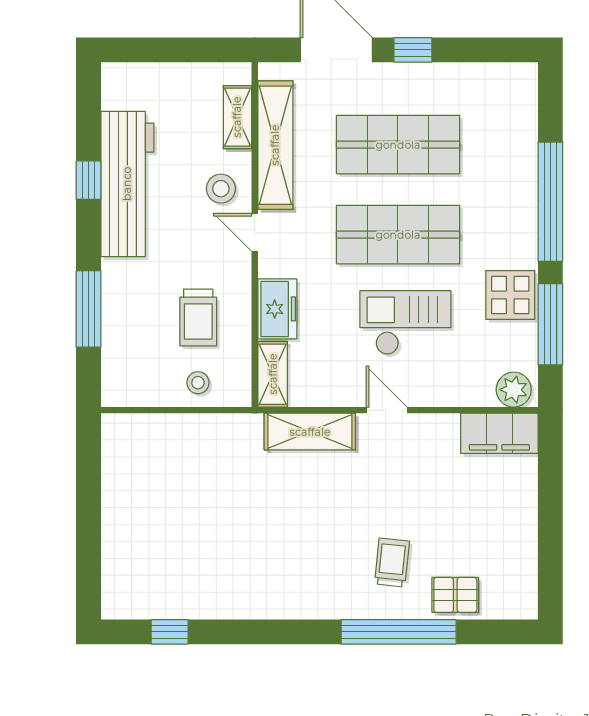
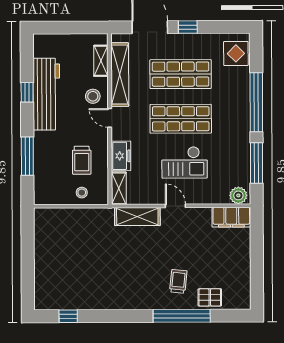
display table: (510, 295) -> (236, 53), moved
checkout: (405, 323) -> (185, 162), turned 180

